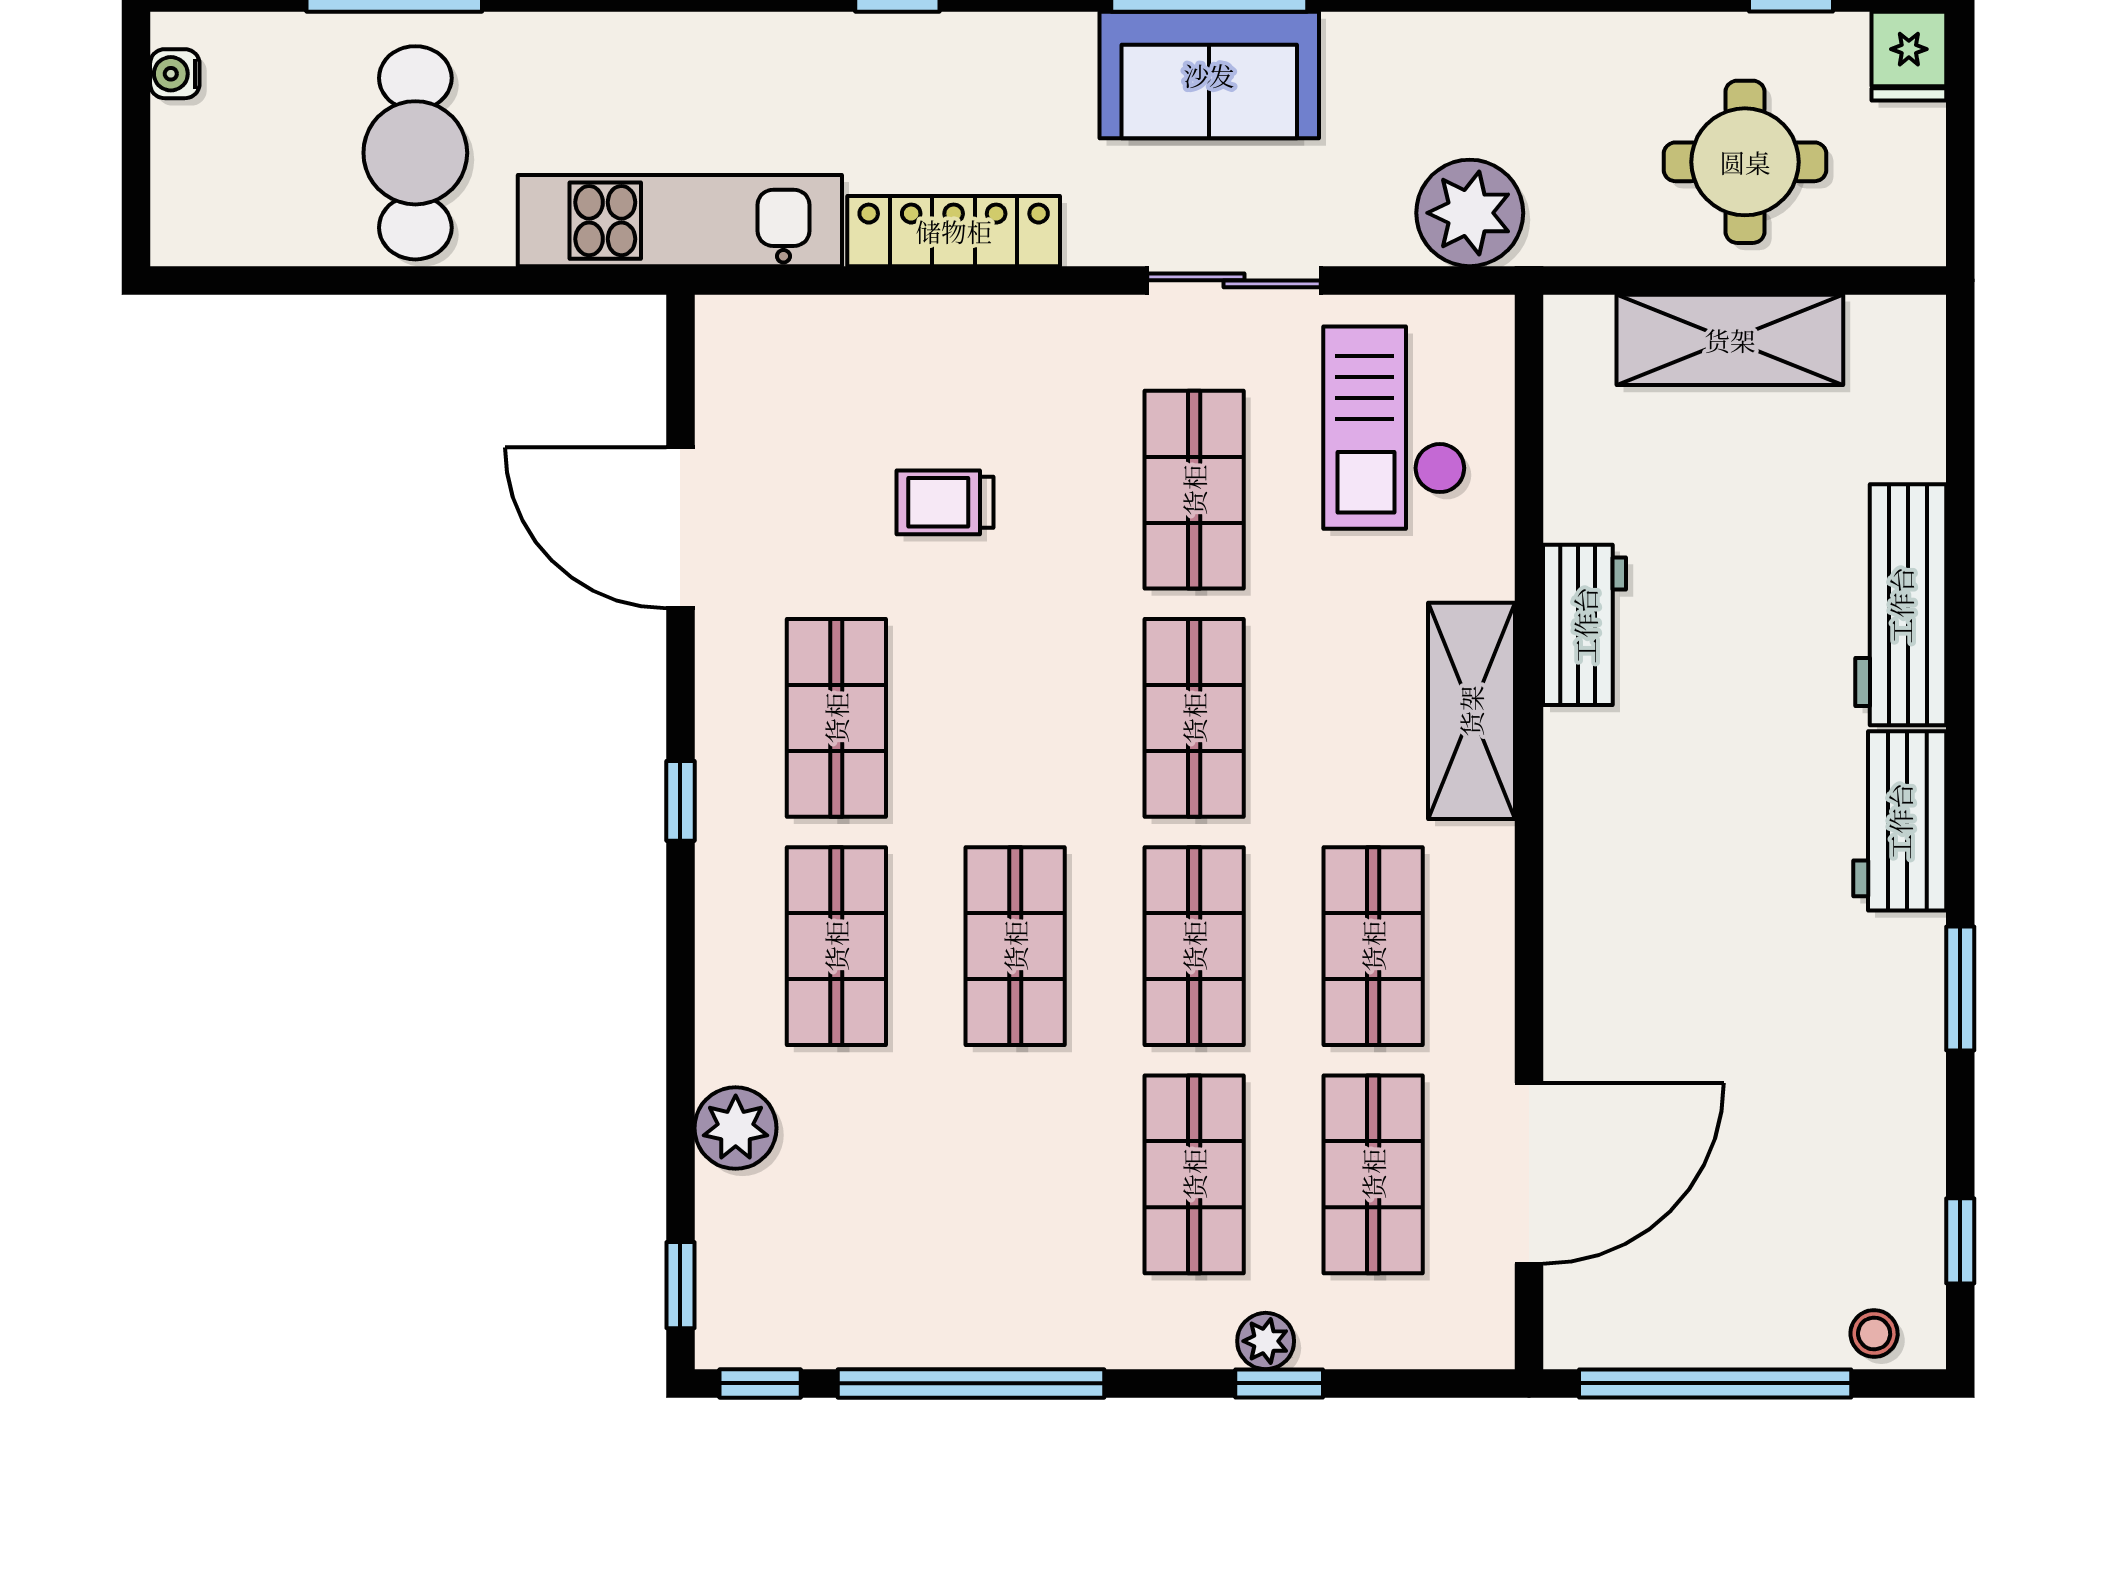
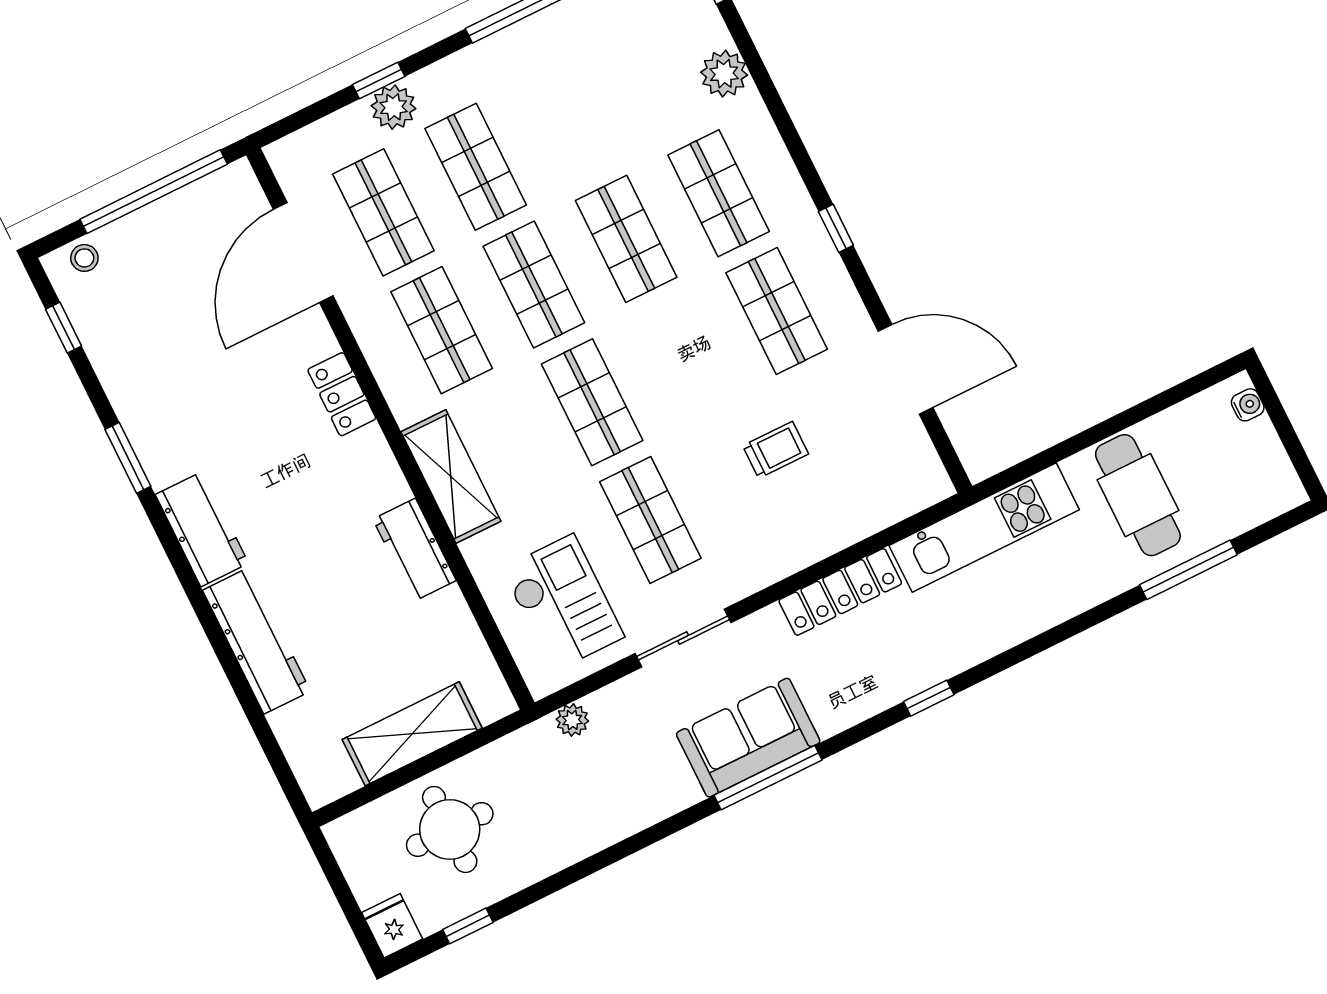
water cooler: (175, 74) -> (1248, 405), moved
plant: (1470, 213) -> (572, 720), width x0.53, depth x0.53
locker: (1578, 923) -> (342, 394), added
plant: (1266, 1341) -> (394, 107), width x1.38, depth x1.38

